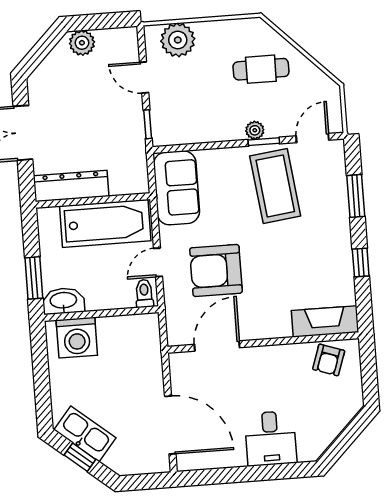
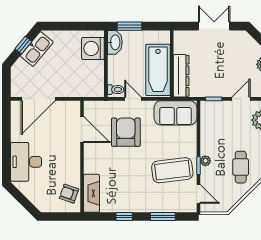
dresser: (71, 186) -> (181, 76), moved
desk: (271, 438) -> (26, 162), width x1.37

